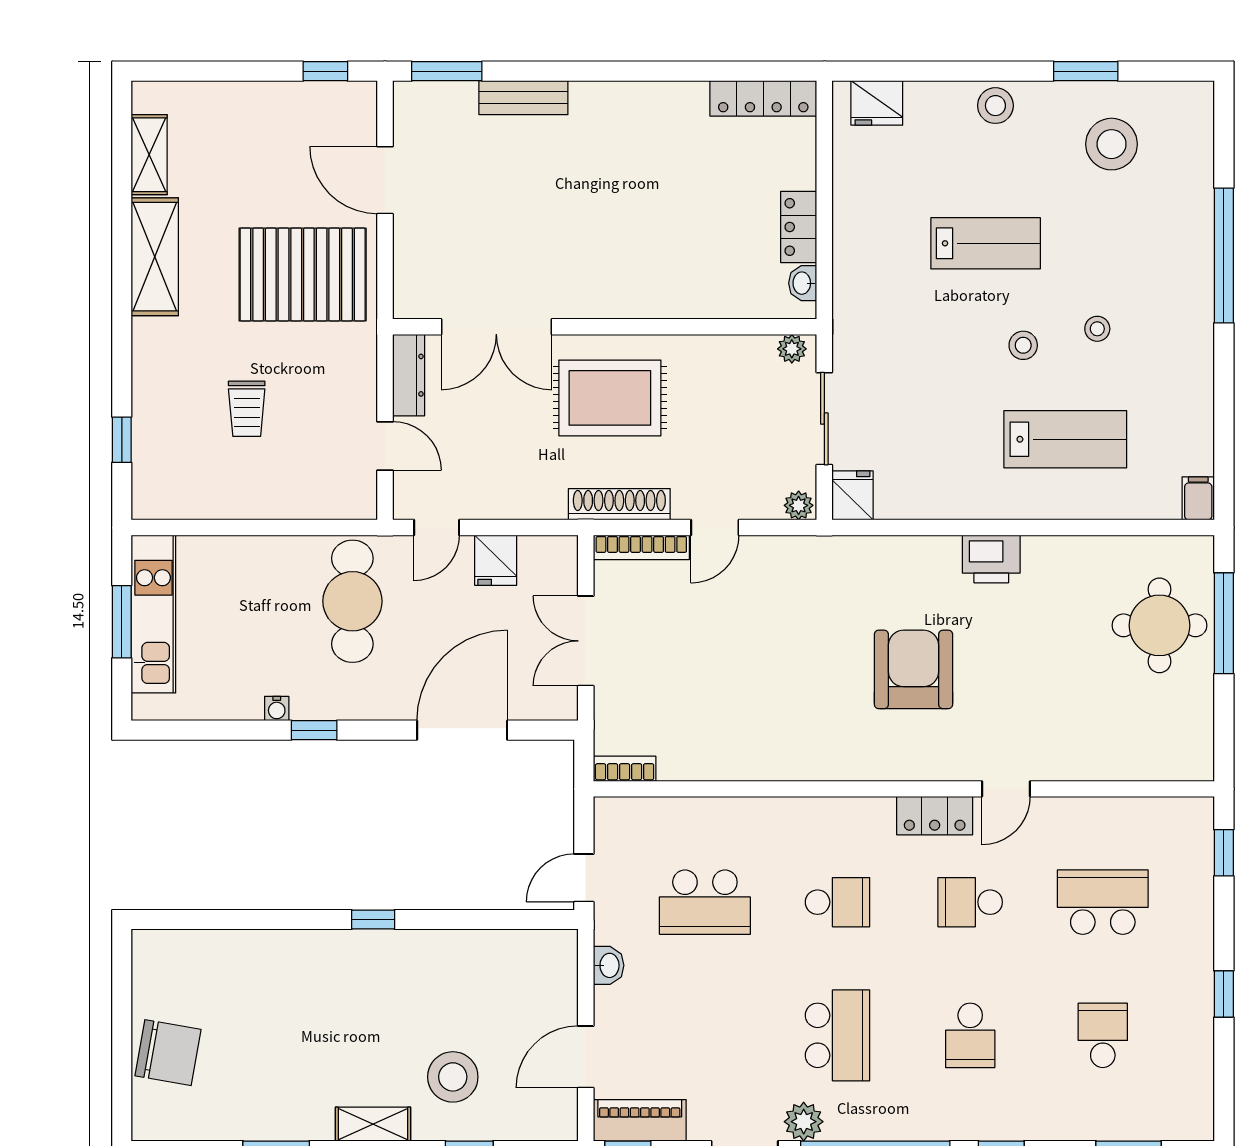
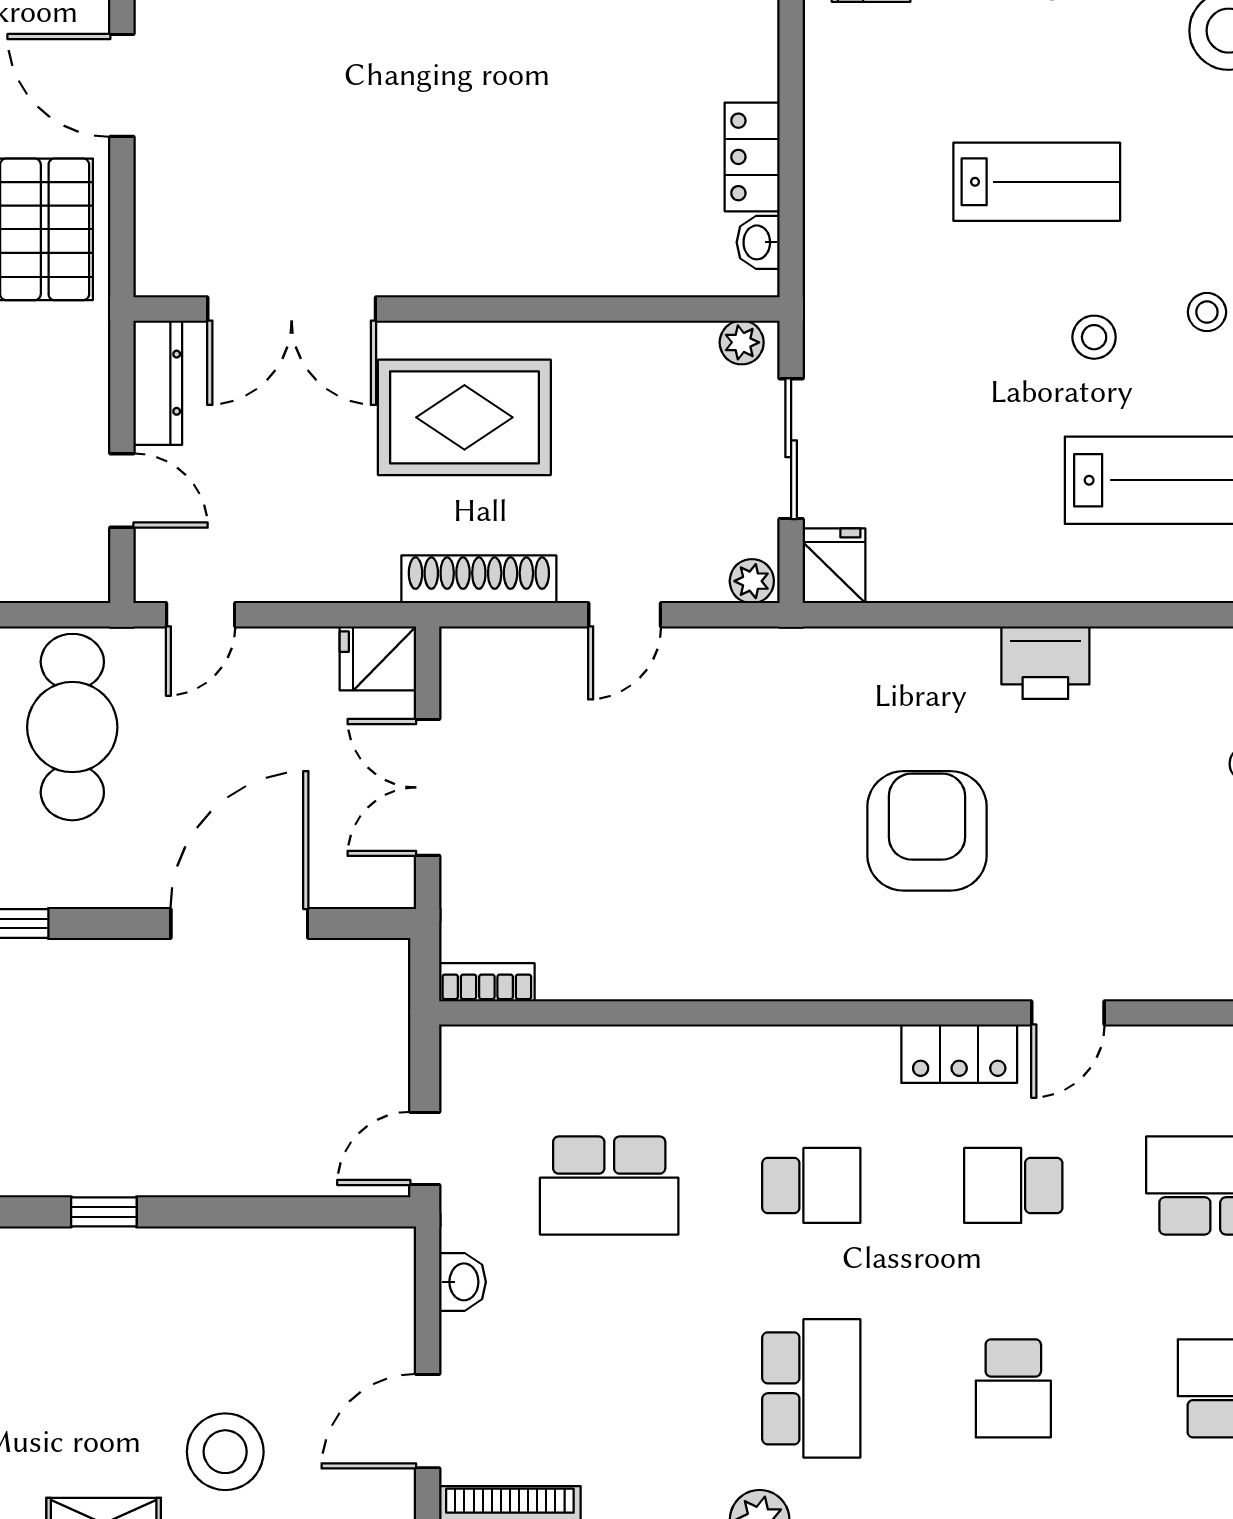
bookcase: (641, 547) -> (512, 645), removed
fridge: (496, 560) -> (378, 658), moved, turned 90

